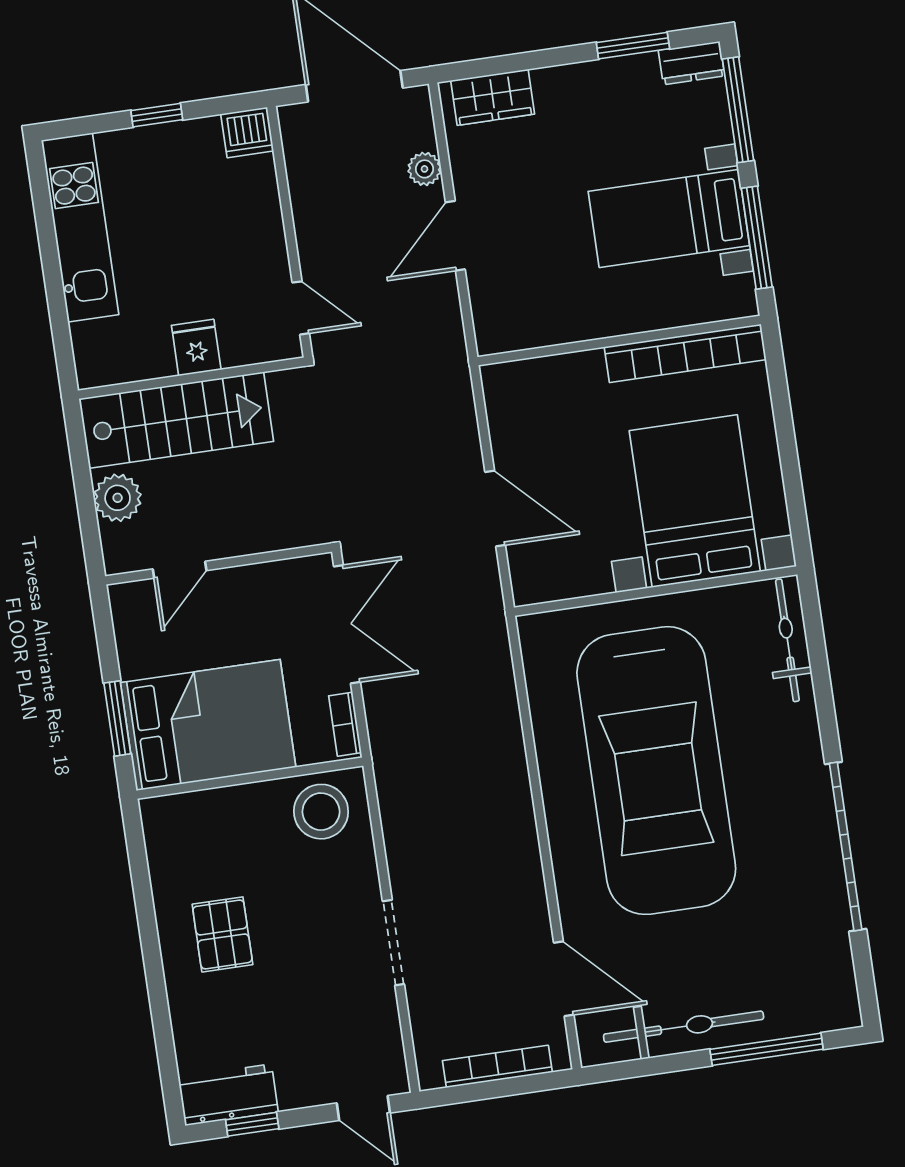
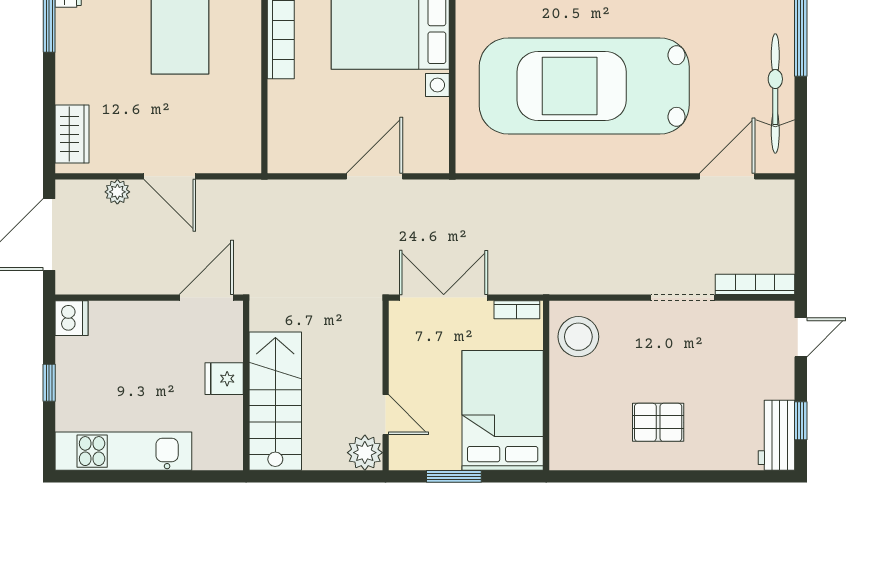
door: (301, 308) -> (206, 298), width x1.37
plant: (118, 498) -> (365, 453), moved
window: (117, 718) -> (454, 476), moved
car: (656, 771) -> (584, 86), turned 180
bookcase: (497, 1066) -> (755, 284), moved, turned 90

